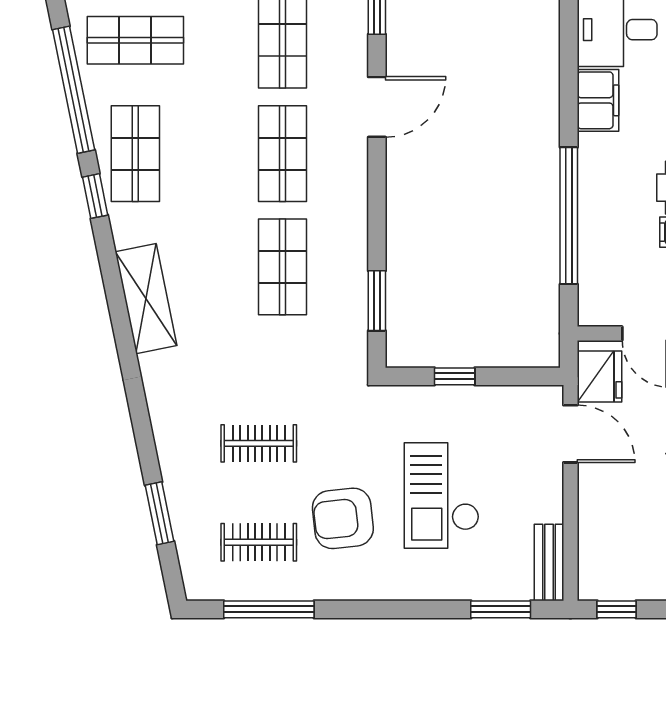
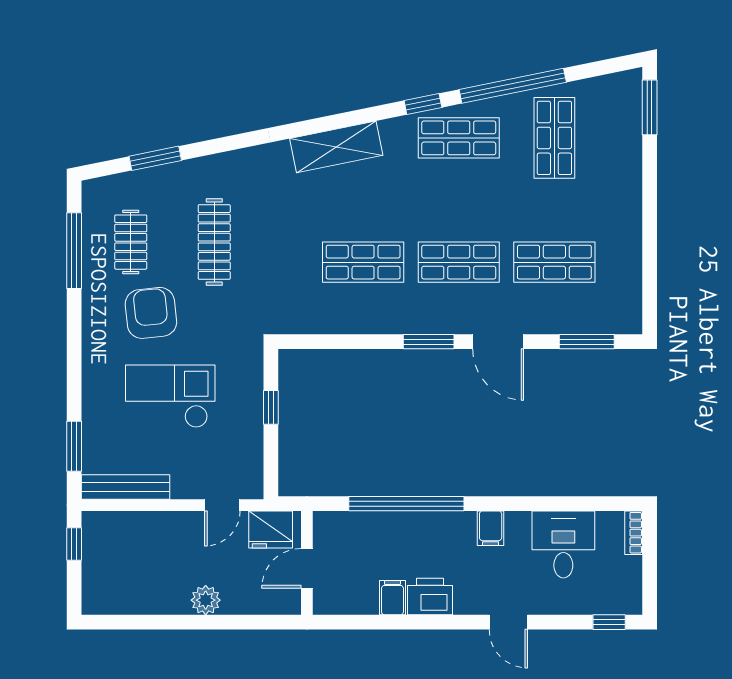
filing cabinet: (598, 100) -> (491, 528), width x0.50
window: (377, 301) -> (429, 342), moved
door: (570, 434) -> (222, 505), width x0.73
clothes rail: (259, 443) -> (214, 242), width x1.36
bench: (549, 562) -> (125, 487), width x1.36

